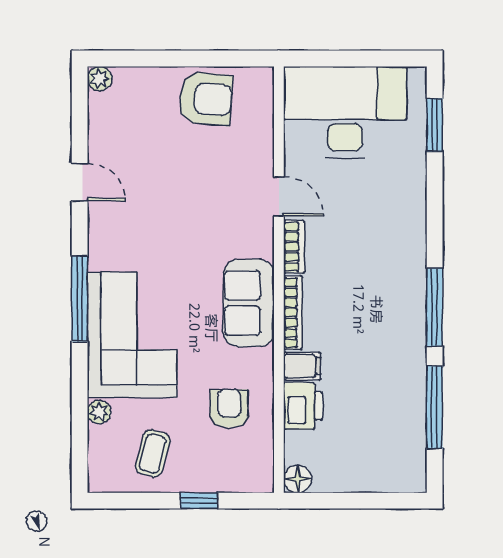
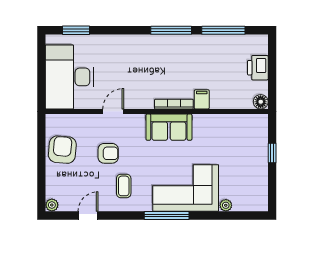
door: (80, 182) -> (88, 215), moved
bookcase: (294, 247) -> (140, 104), removed
printer: (303, 406) -> (258, 68), moved, turned -90
armchair: (229, 409) -> (108, 153), moved, turned 180
coffee table: (153, 453) -> (124, 186), moved, turned 75

